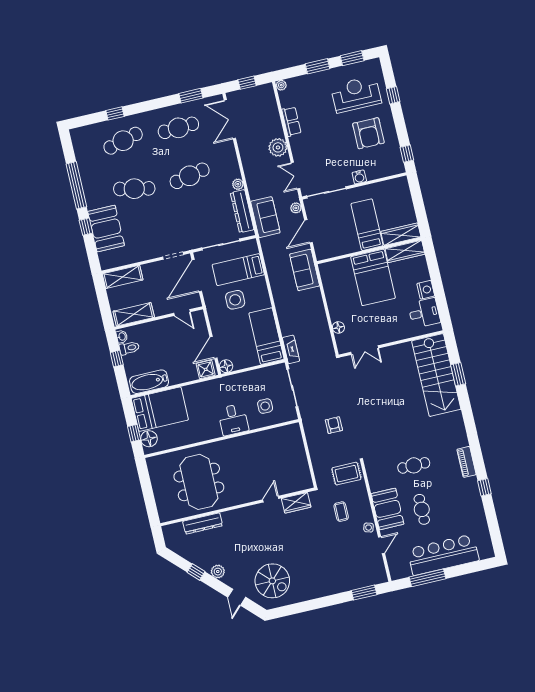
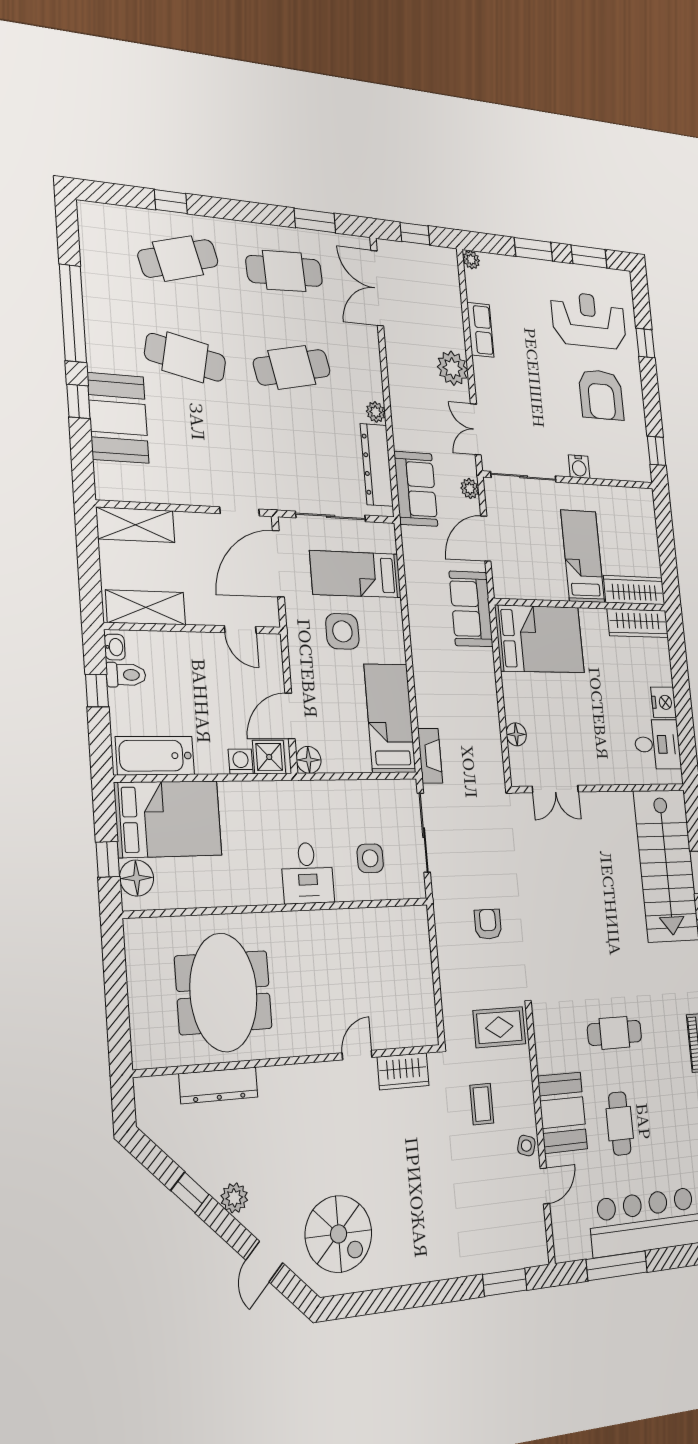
bed: (373, 277) -> (540, 639), moved, turned -90
washing machine: (192, 375) -> (241, 762), added

